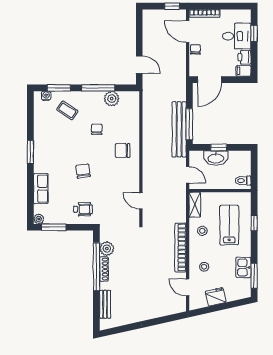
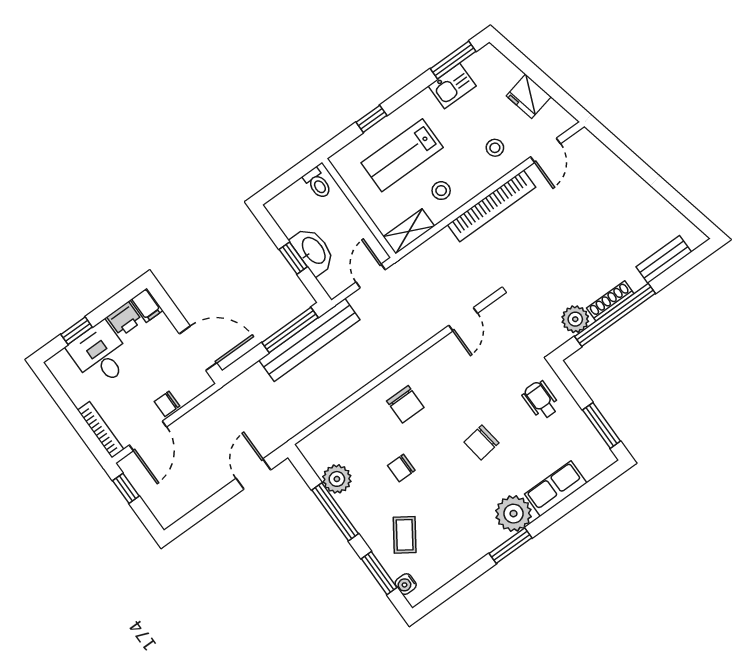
plant: (39, 219) -> (513, 514), moved, width x1.88, depth x1.88

